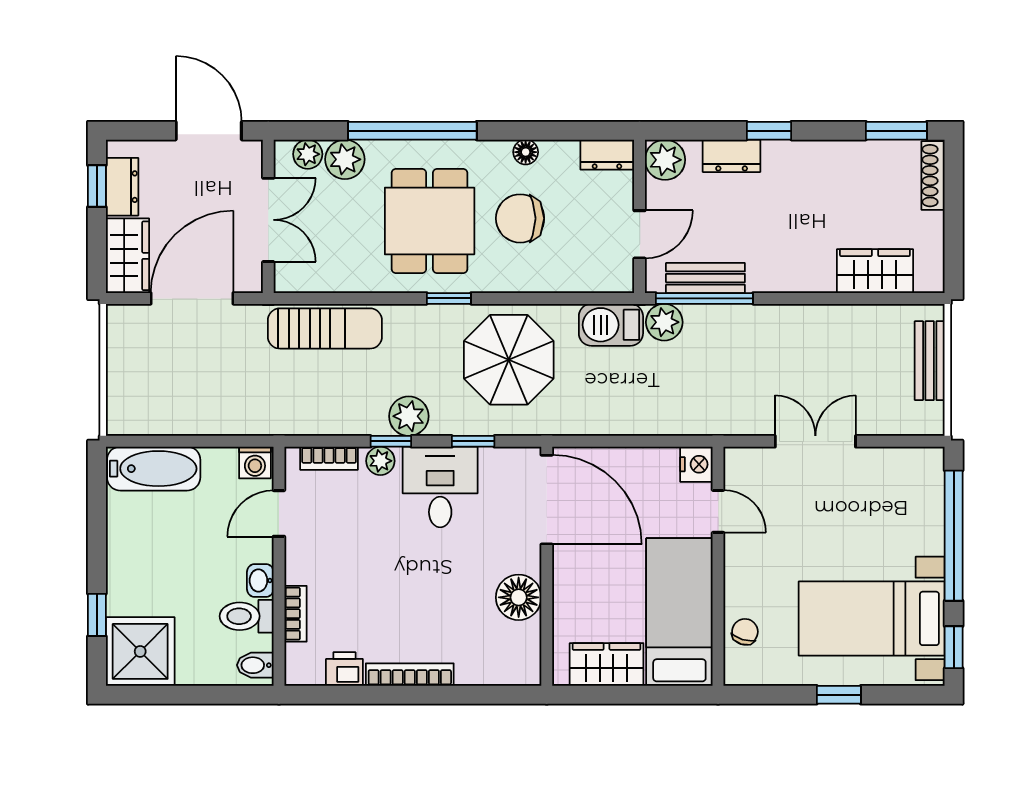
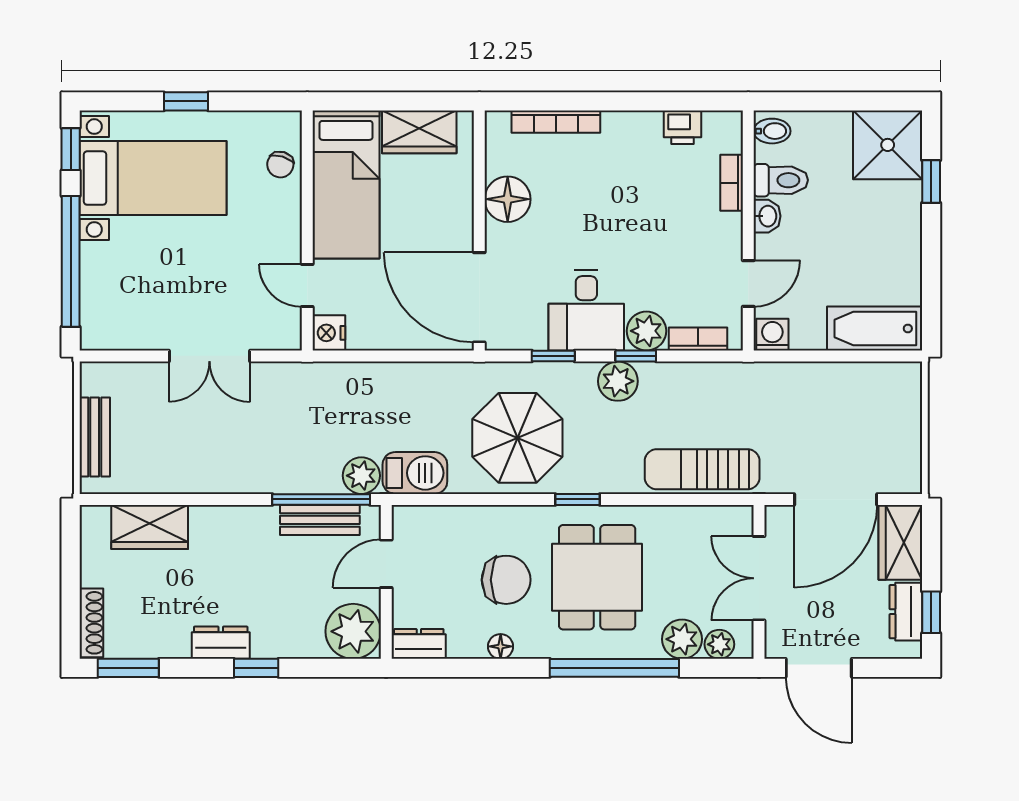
dresser: (732, 156) -> (221, 643), moved
plant: (665, 160) -> (353, 631), width x1.36, depth x1.36
plant: (380, 461) -> (646, 331), width x1.38, depth x1.38
bookcase: (410, 675) -> (556, 122), moved

